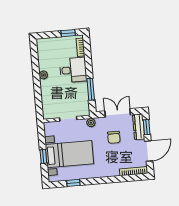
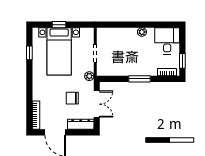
desk: (73, 70) -> (167, 41), moved, turned 180
window: (91, 89) -> (139, 79), moved
window: (147, 127) -> (80, 132), removed

